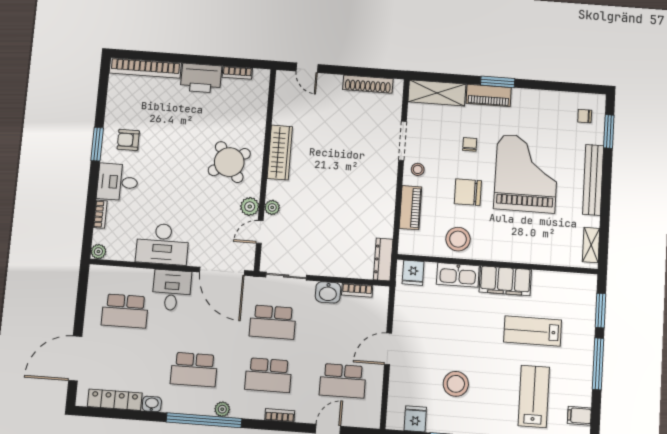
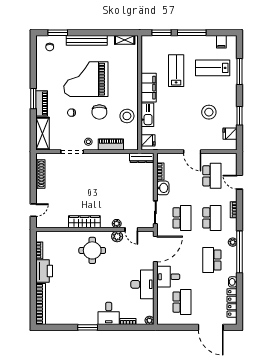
armchair: (128, 140) -> (84, 310), removed
round table: (229, 162) -> (92, 250), turned 33
lab bench: (533, 331) -> (176, 71), turned 180
school desk: (194, 370) -> (212, 260), turned 180

